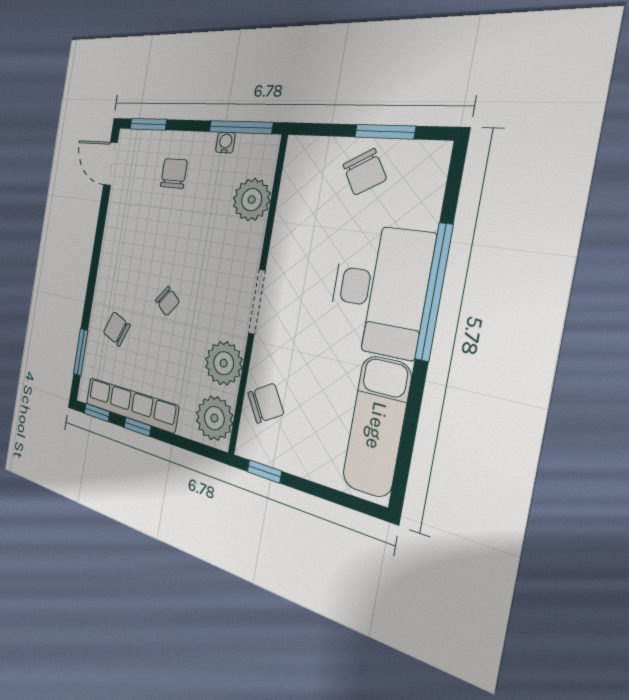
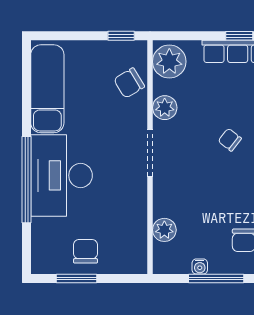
window: (240, 127) -> (216, 279), moved
chair: (365, 172) -> (85, 251), turned 31
plant: (252, 200) -> (164, 230), width x0.73, depth x0.73
plant: (224, 363) -> (165, 108), width x0.73, depth x0.73

